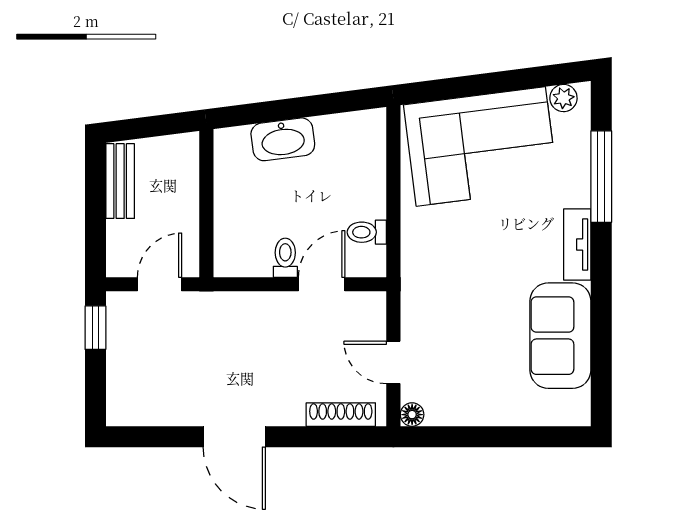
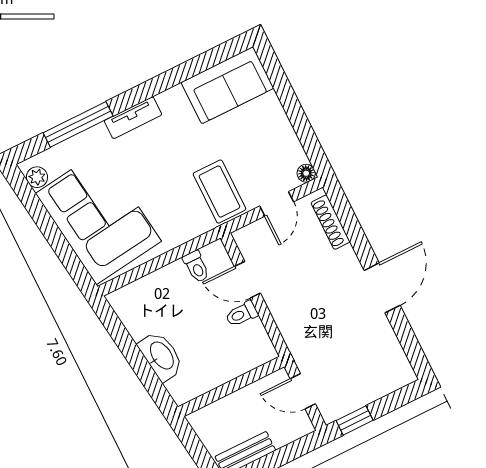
coffee table: (441, 303) -> (219, 192), added
sofa: (560, 336) -> (227, 85), moved

